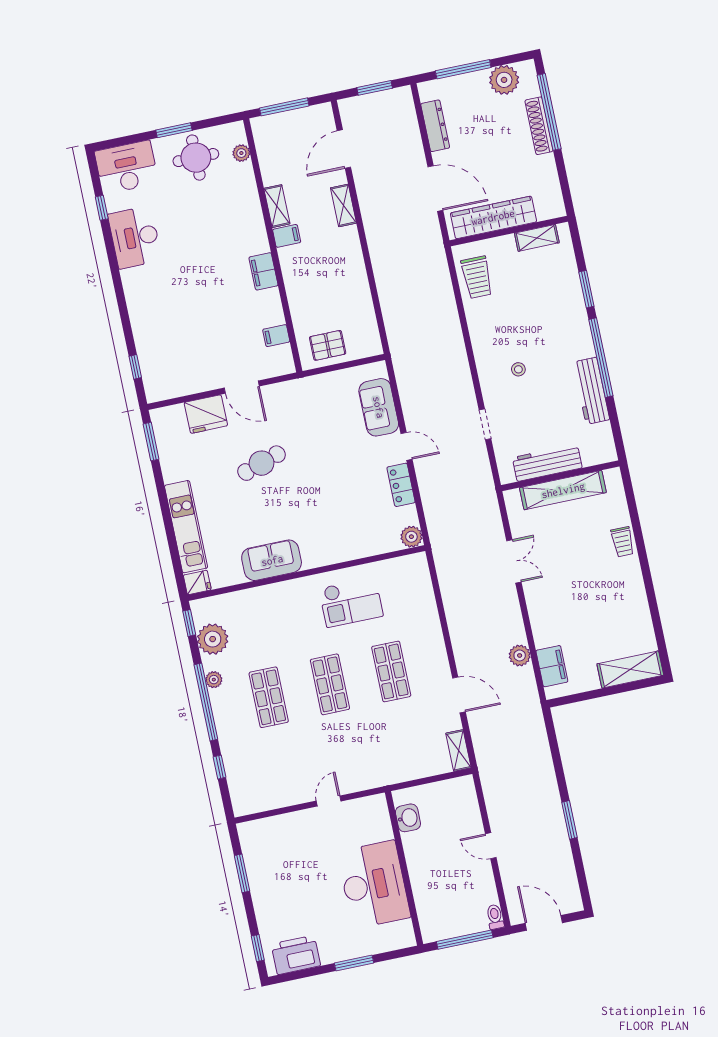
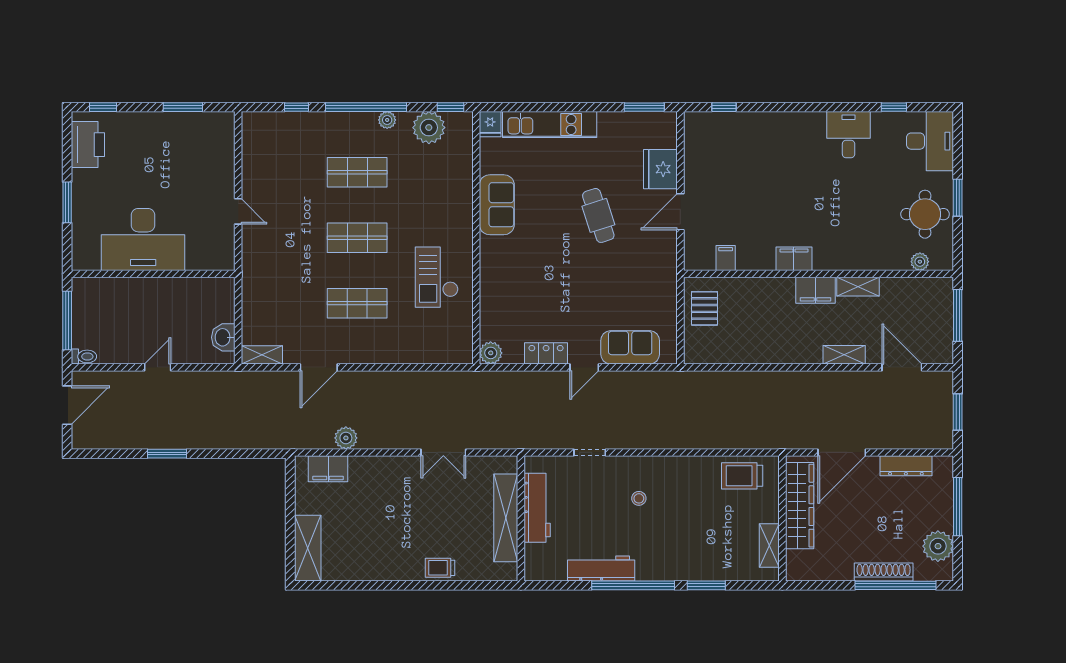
filing cabinet: (287, 236) -> (815, 290), width x2.00
desk: (135, 237) -> (849, 135), width x0.73
washbasin: (408, 818) -> (223, 337), moved, turned 90

